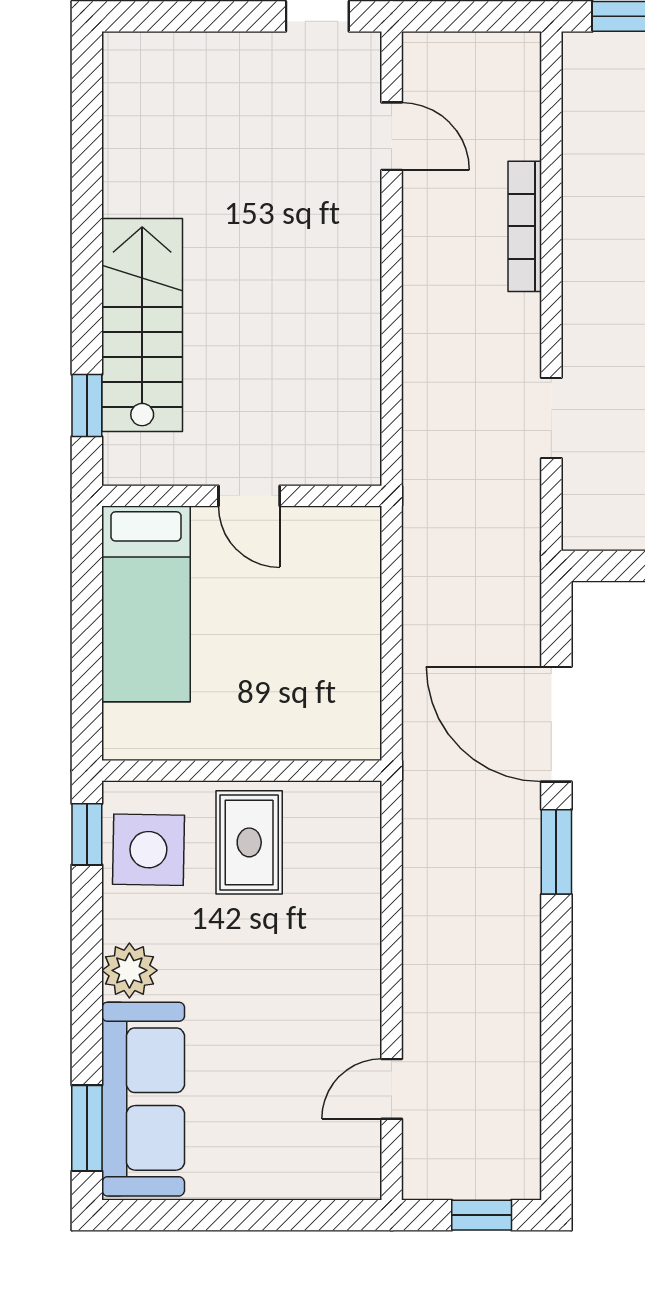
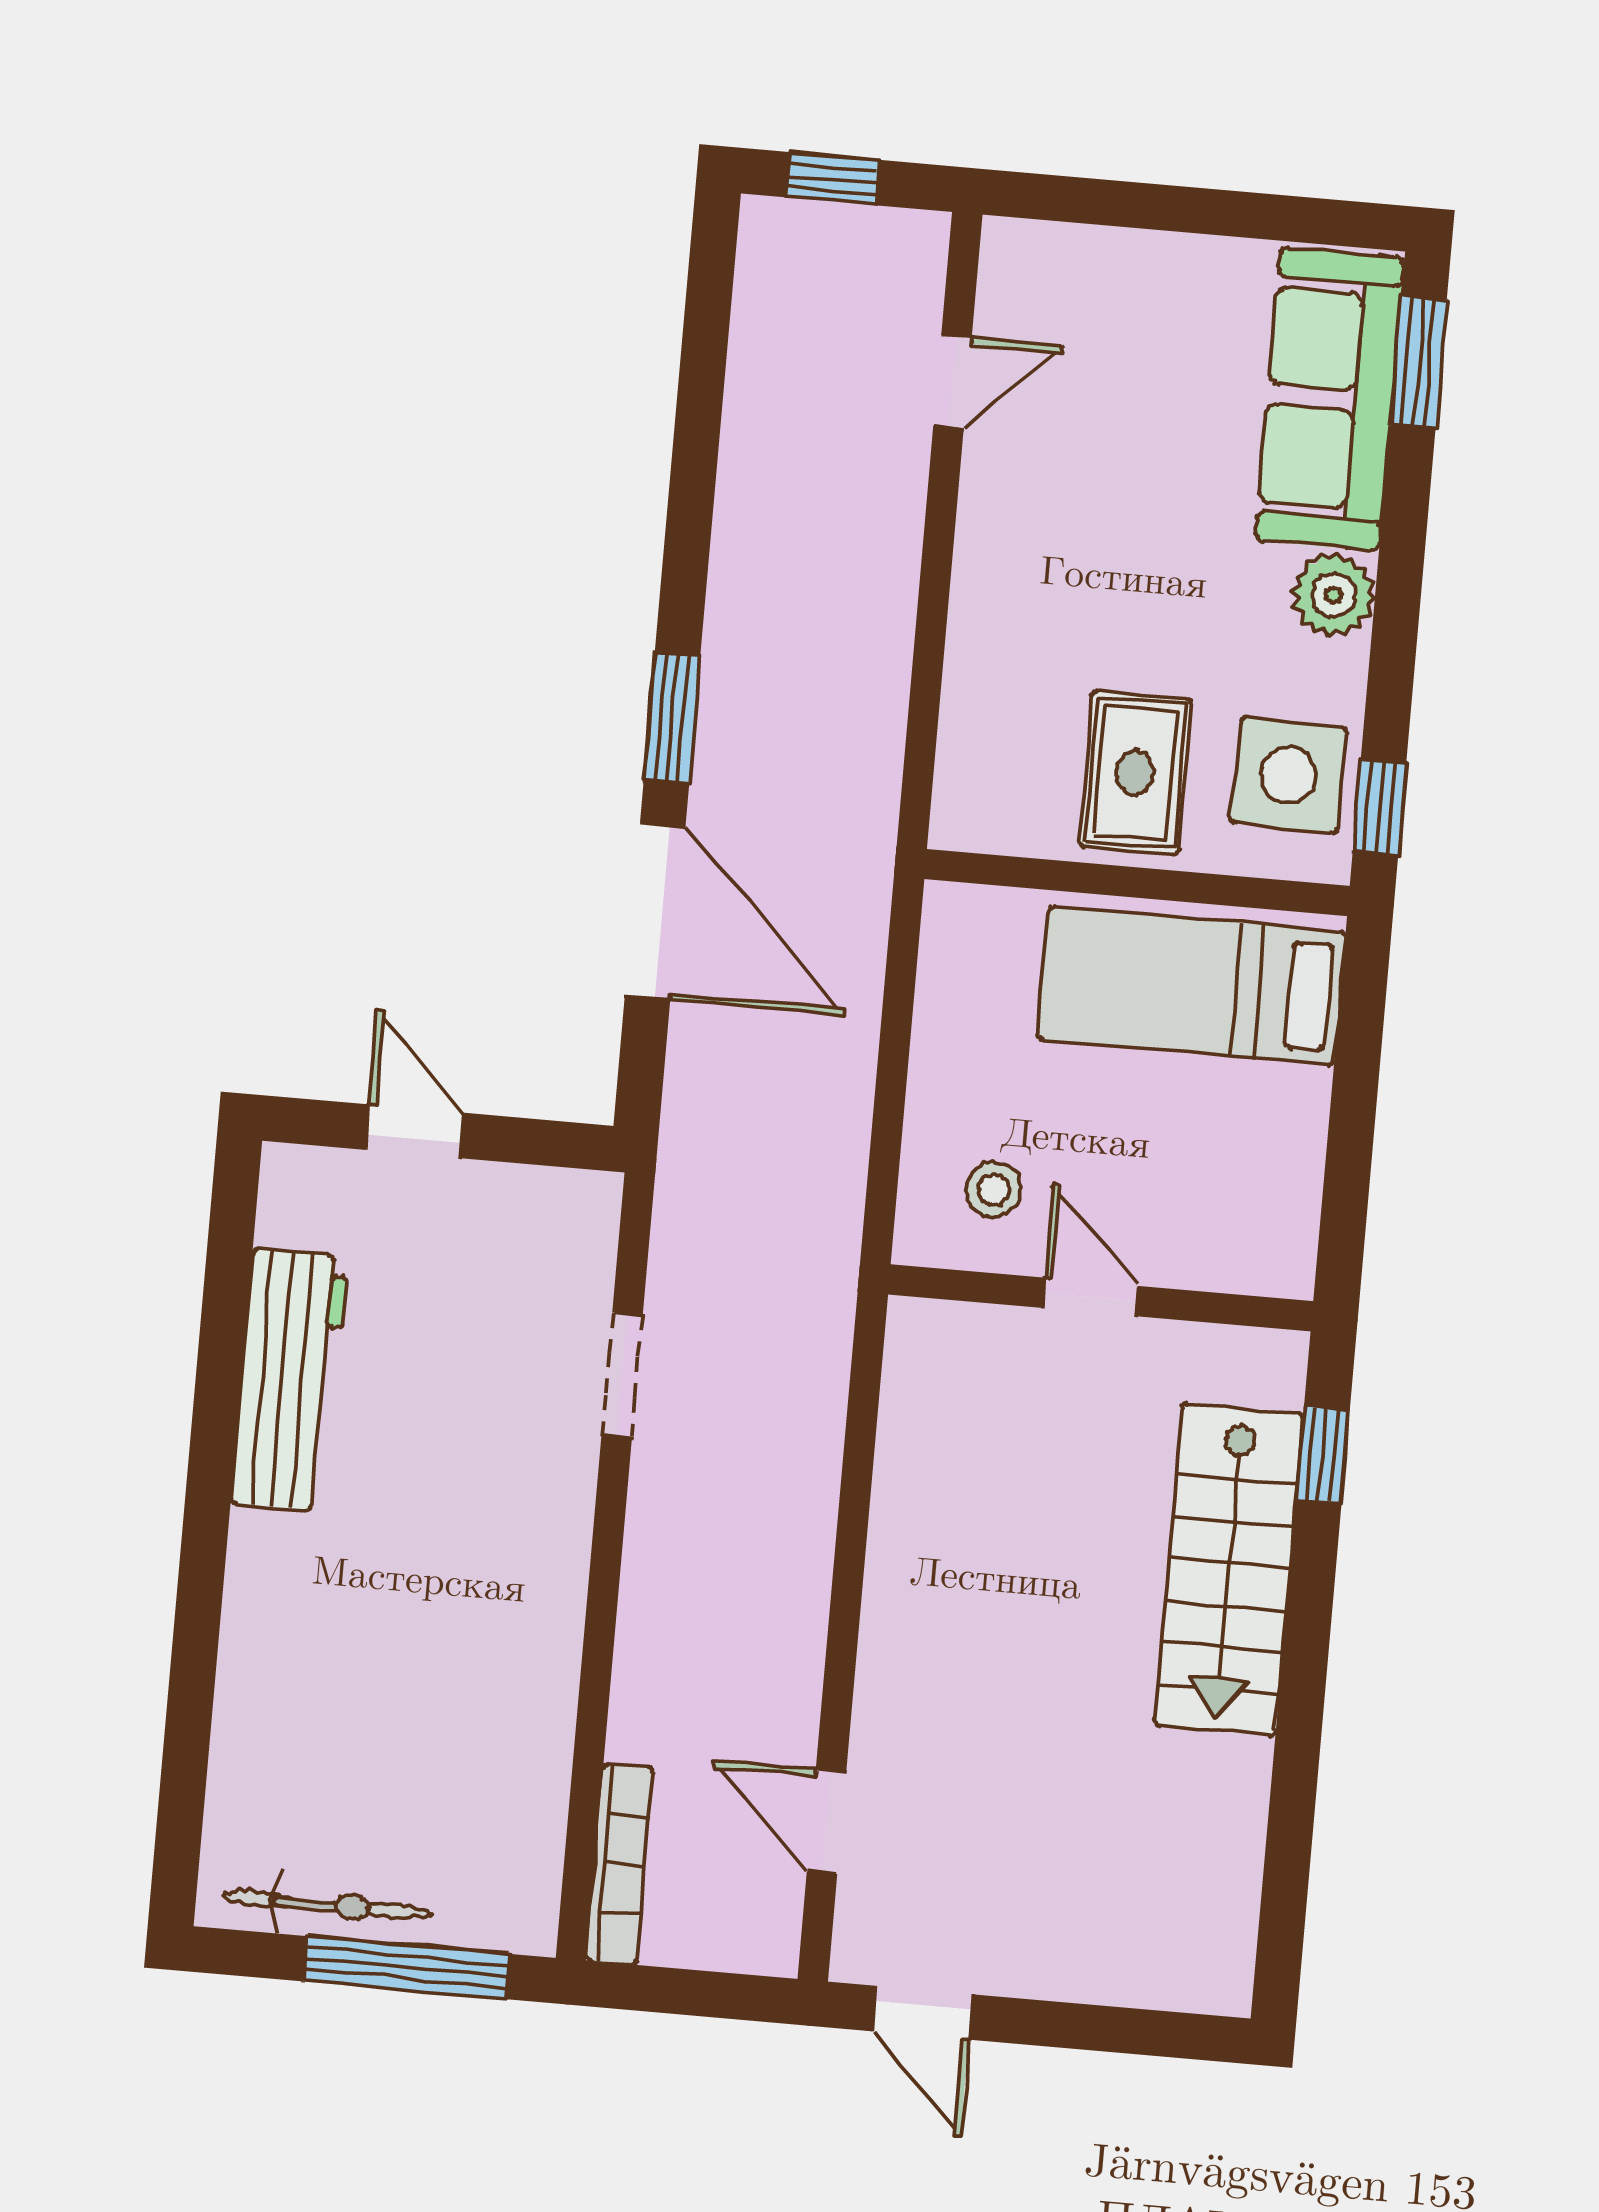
bookcase: (525, 226) -> (620, 1864), moved
stool: (318, 561) -> (994, 1189), added
bed: (146, 604) -> (1192, 986), moved, turned -90

